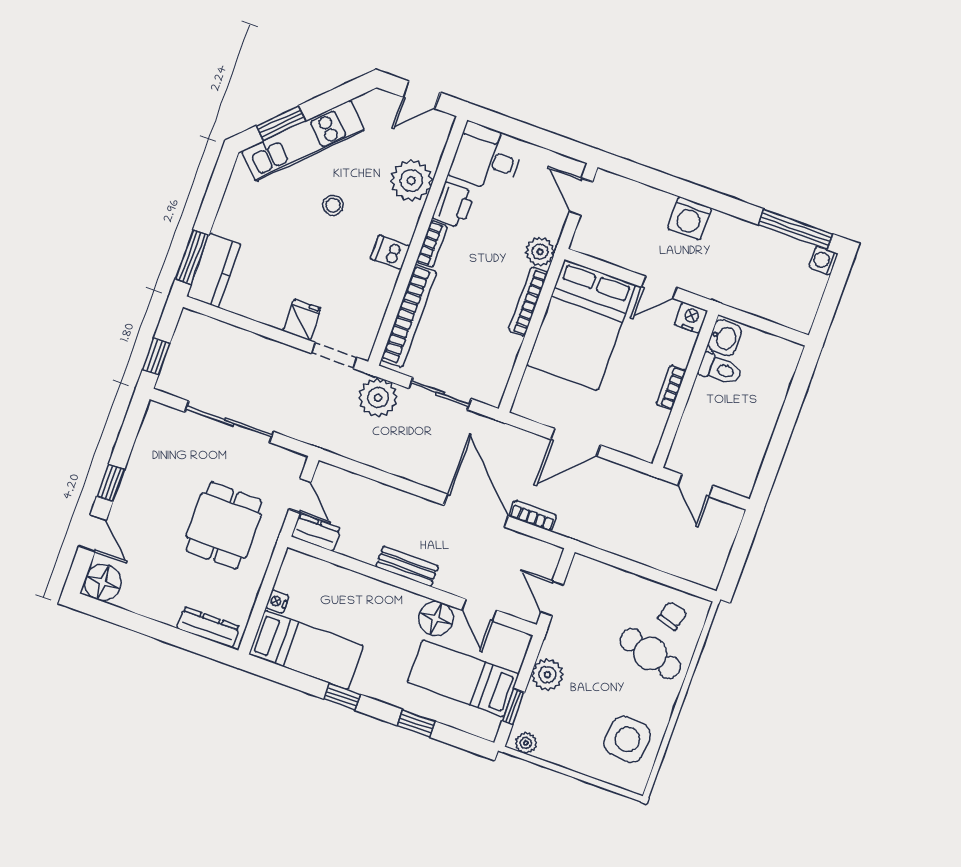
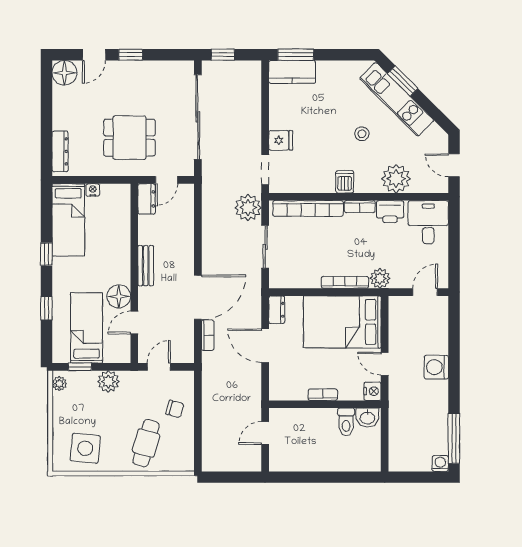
dresser: (532, 409) -> (277, 310), added
sliding door: (229, 422) -> (198, 117), width x1.36
chair: (672, 616) -> (175, 409), moved

